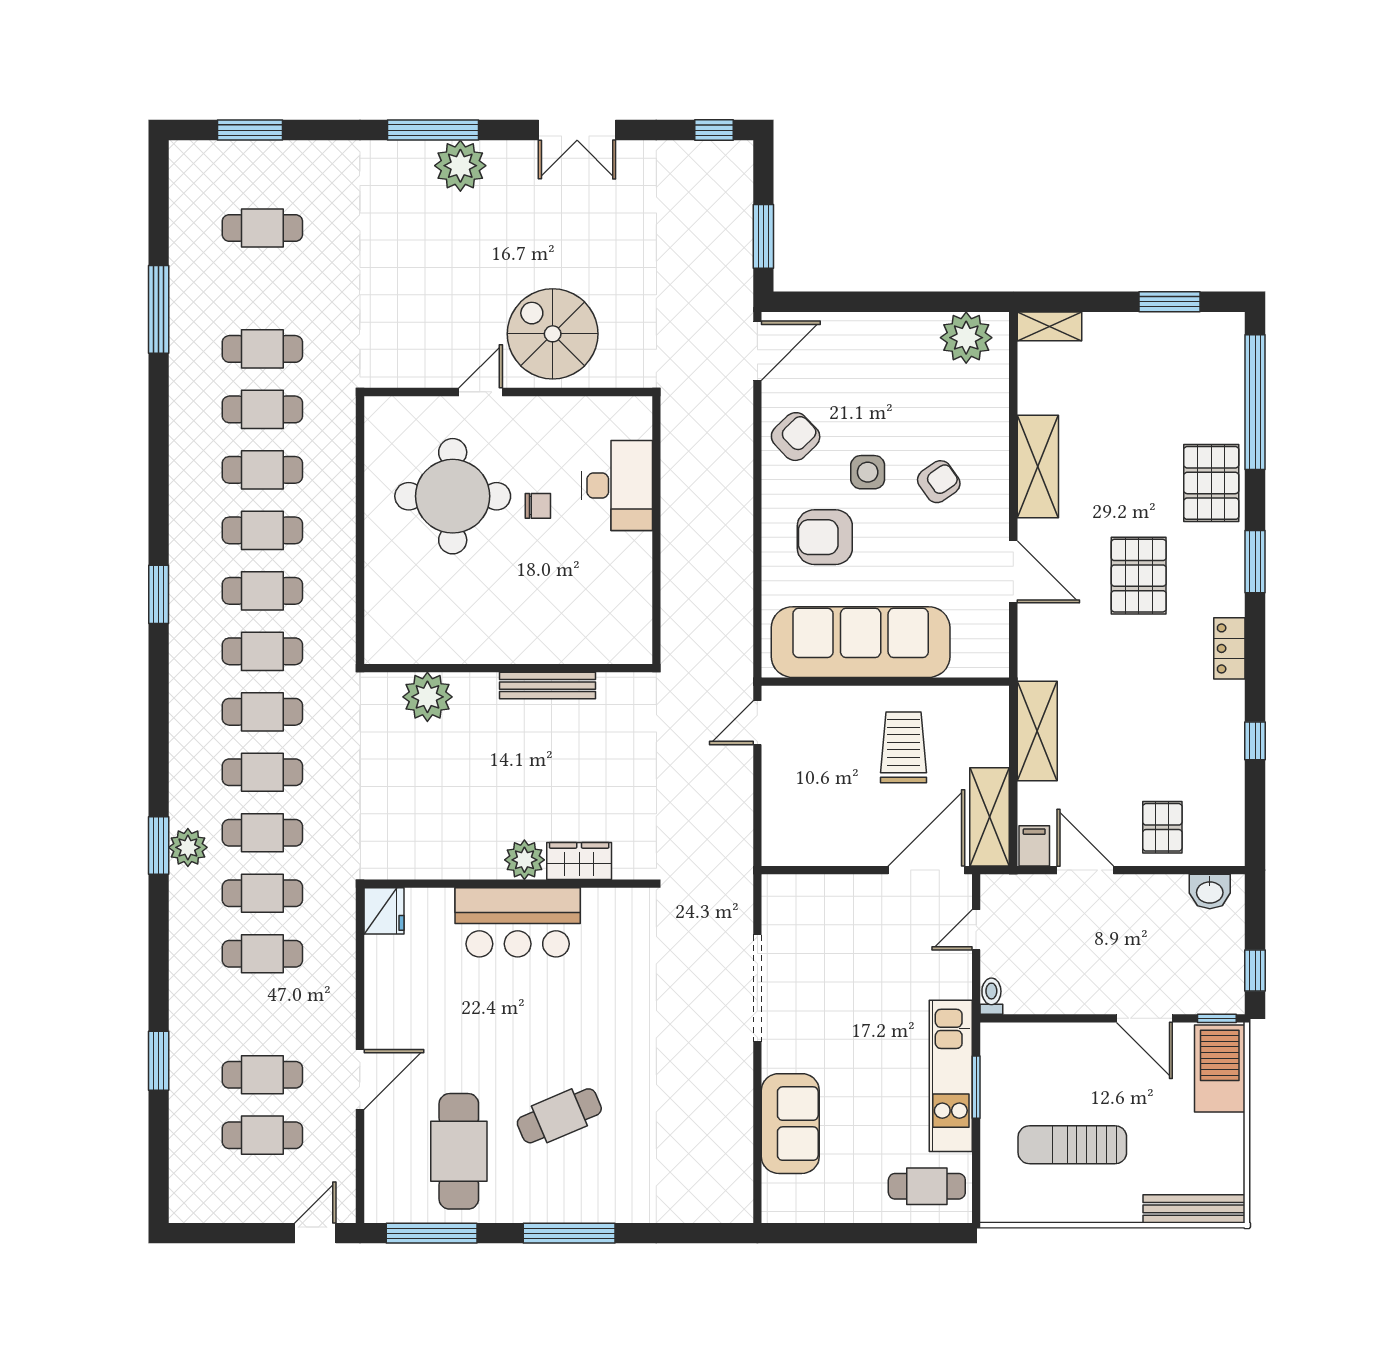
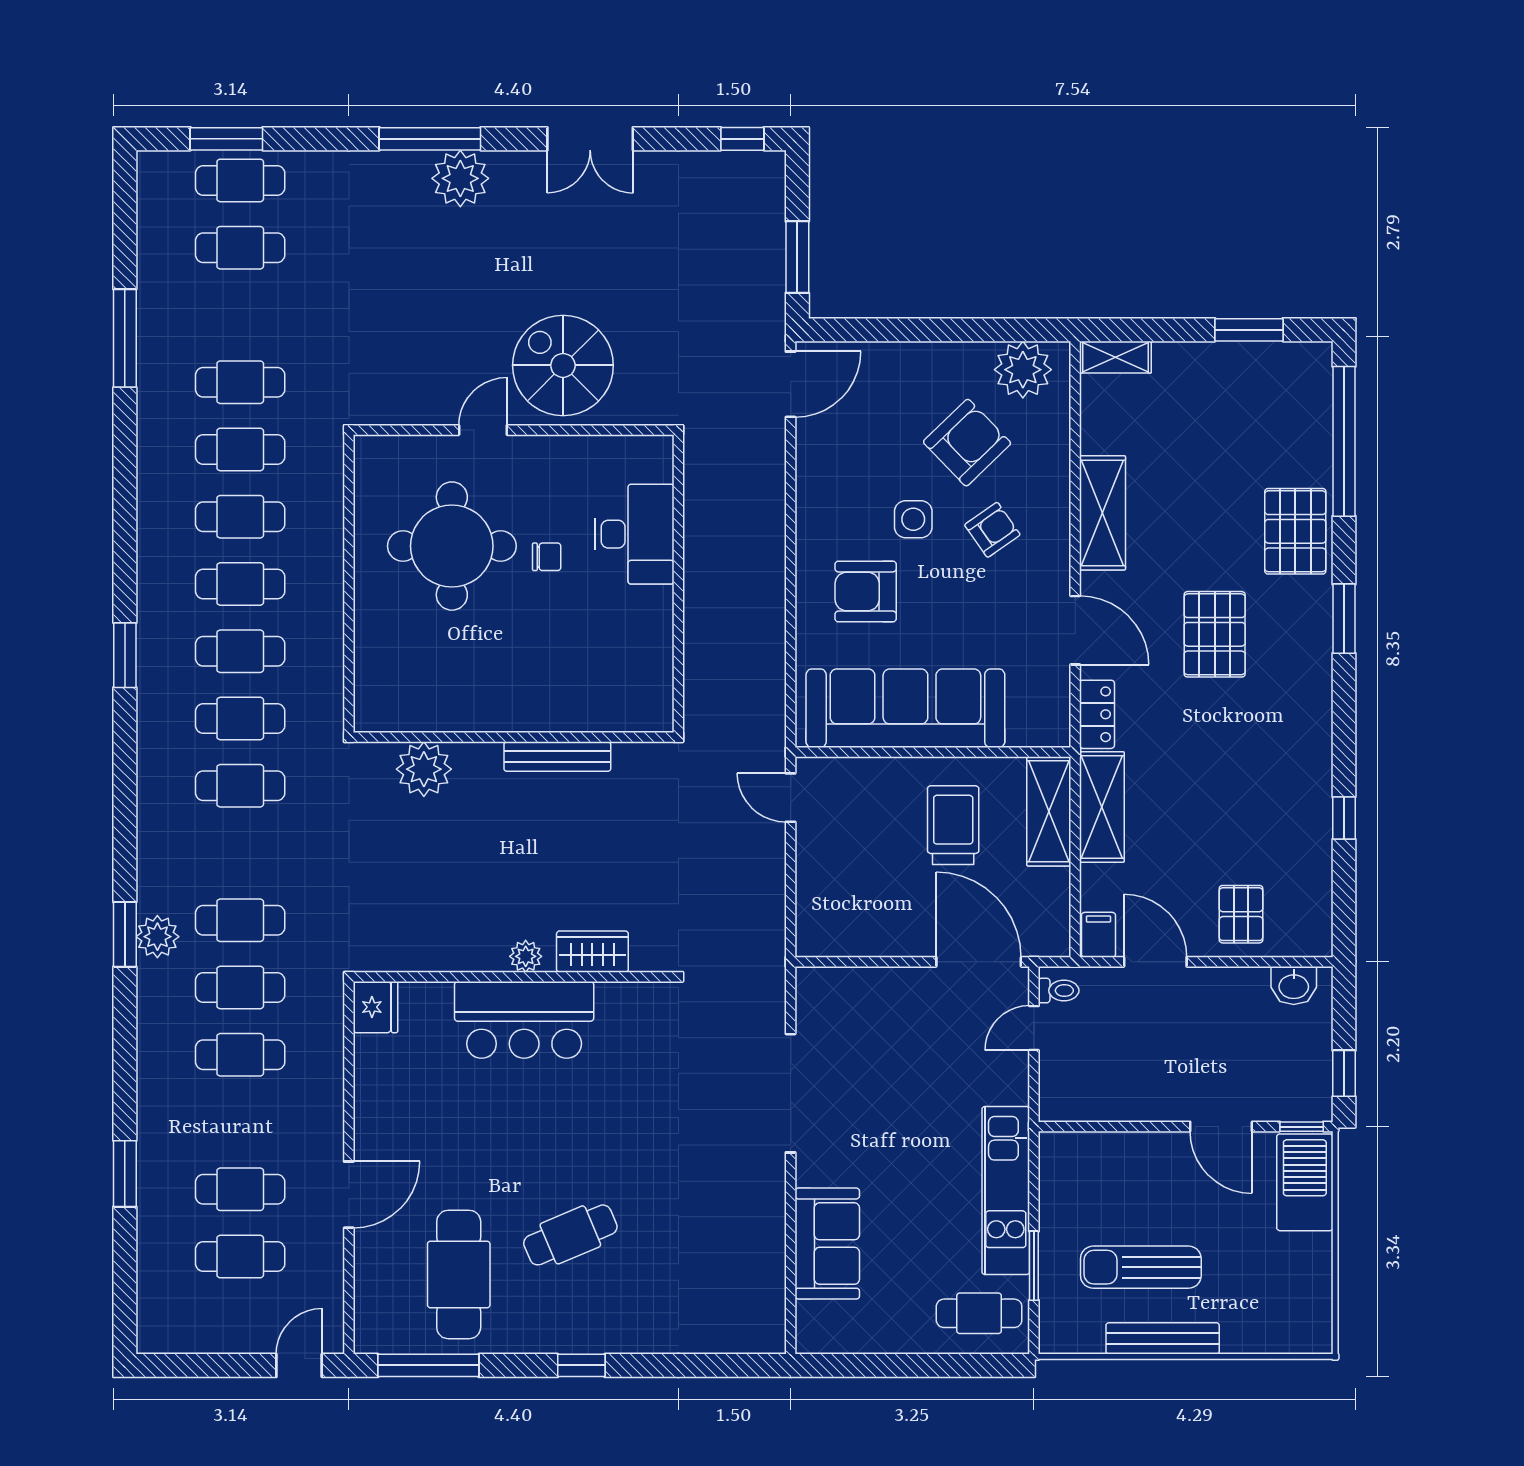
armchair: (796, 437) -> (967, 443), moved, width x1.38, depth x1.38
locker: (1229, 648) -> (1097, 714), moved, turned 180
door: (757, 723) -> (791, 798), hinge flipped
cafe table: (262, 772) -> (240, 180), moved
shelving: (990, 817) -> (1049, 811), moved
plant: (524, 860) -> (526, 956), width x0.73, depth x0.73
door: (926, 870) -> (979, 962), hinge flipped
toilet: (991, 996) -> (1059, 991), moved, turned 90
window: (976, 1087) -> (1034, 1266), moved
bench: (1194, 1209) -> (1163, 1338), moved
window: (569, 1233) -> (581, 1365), width x0.46

